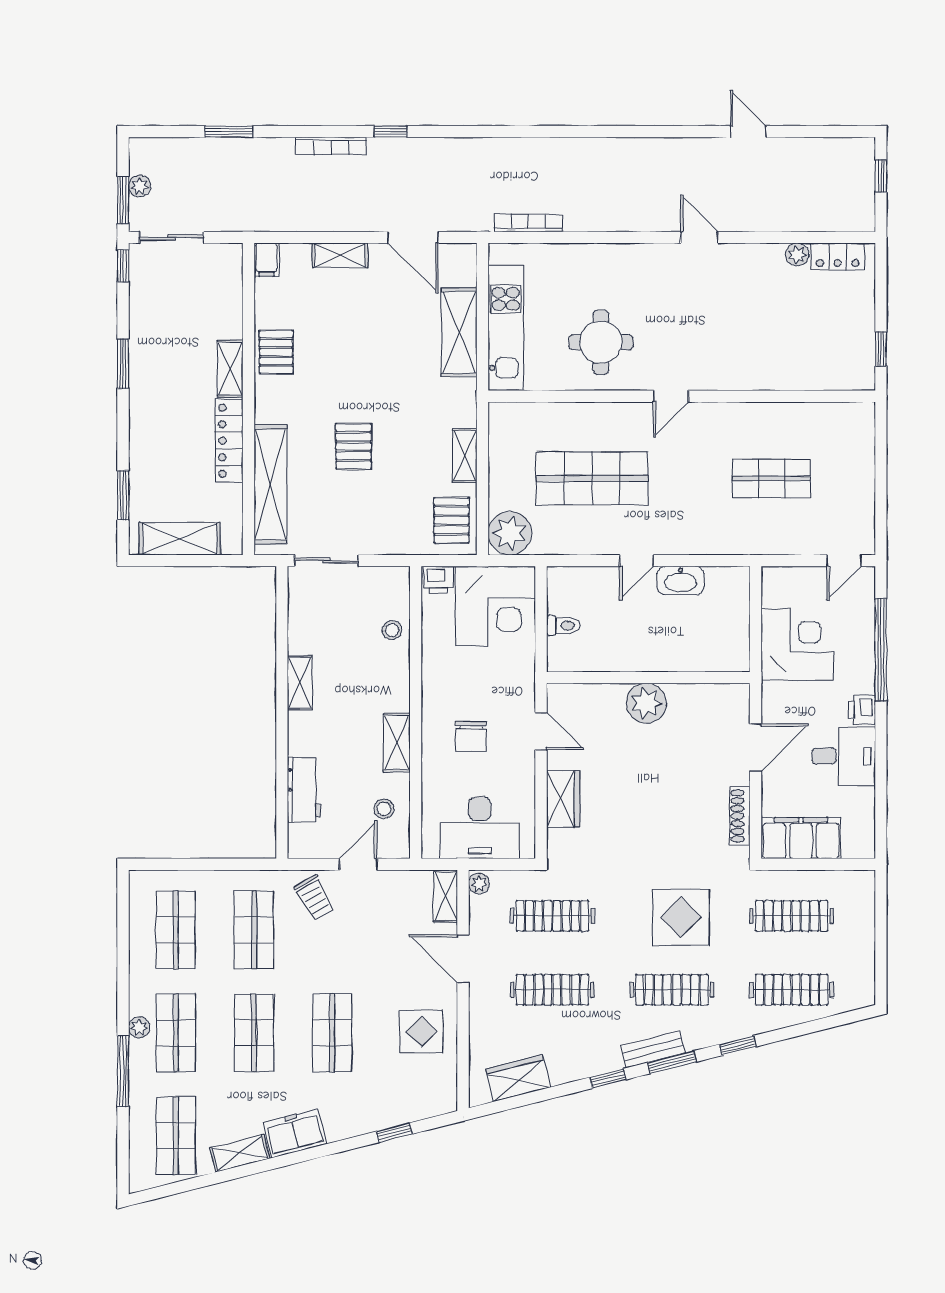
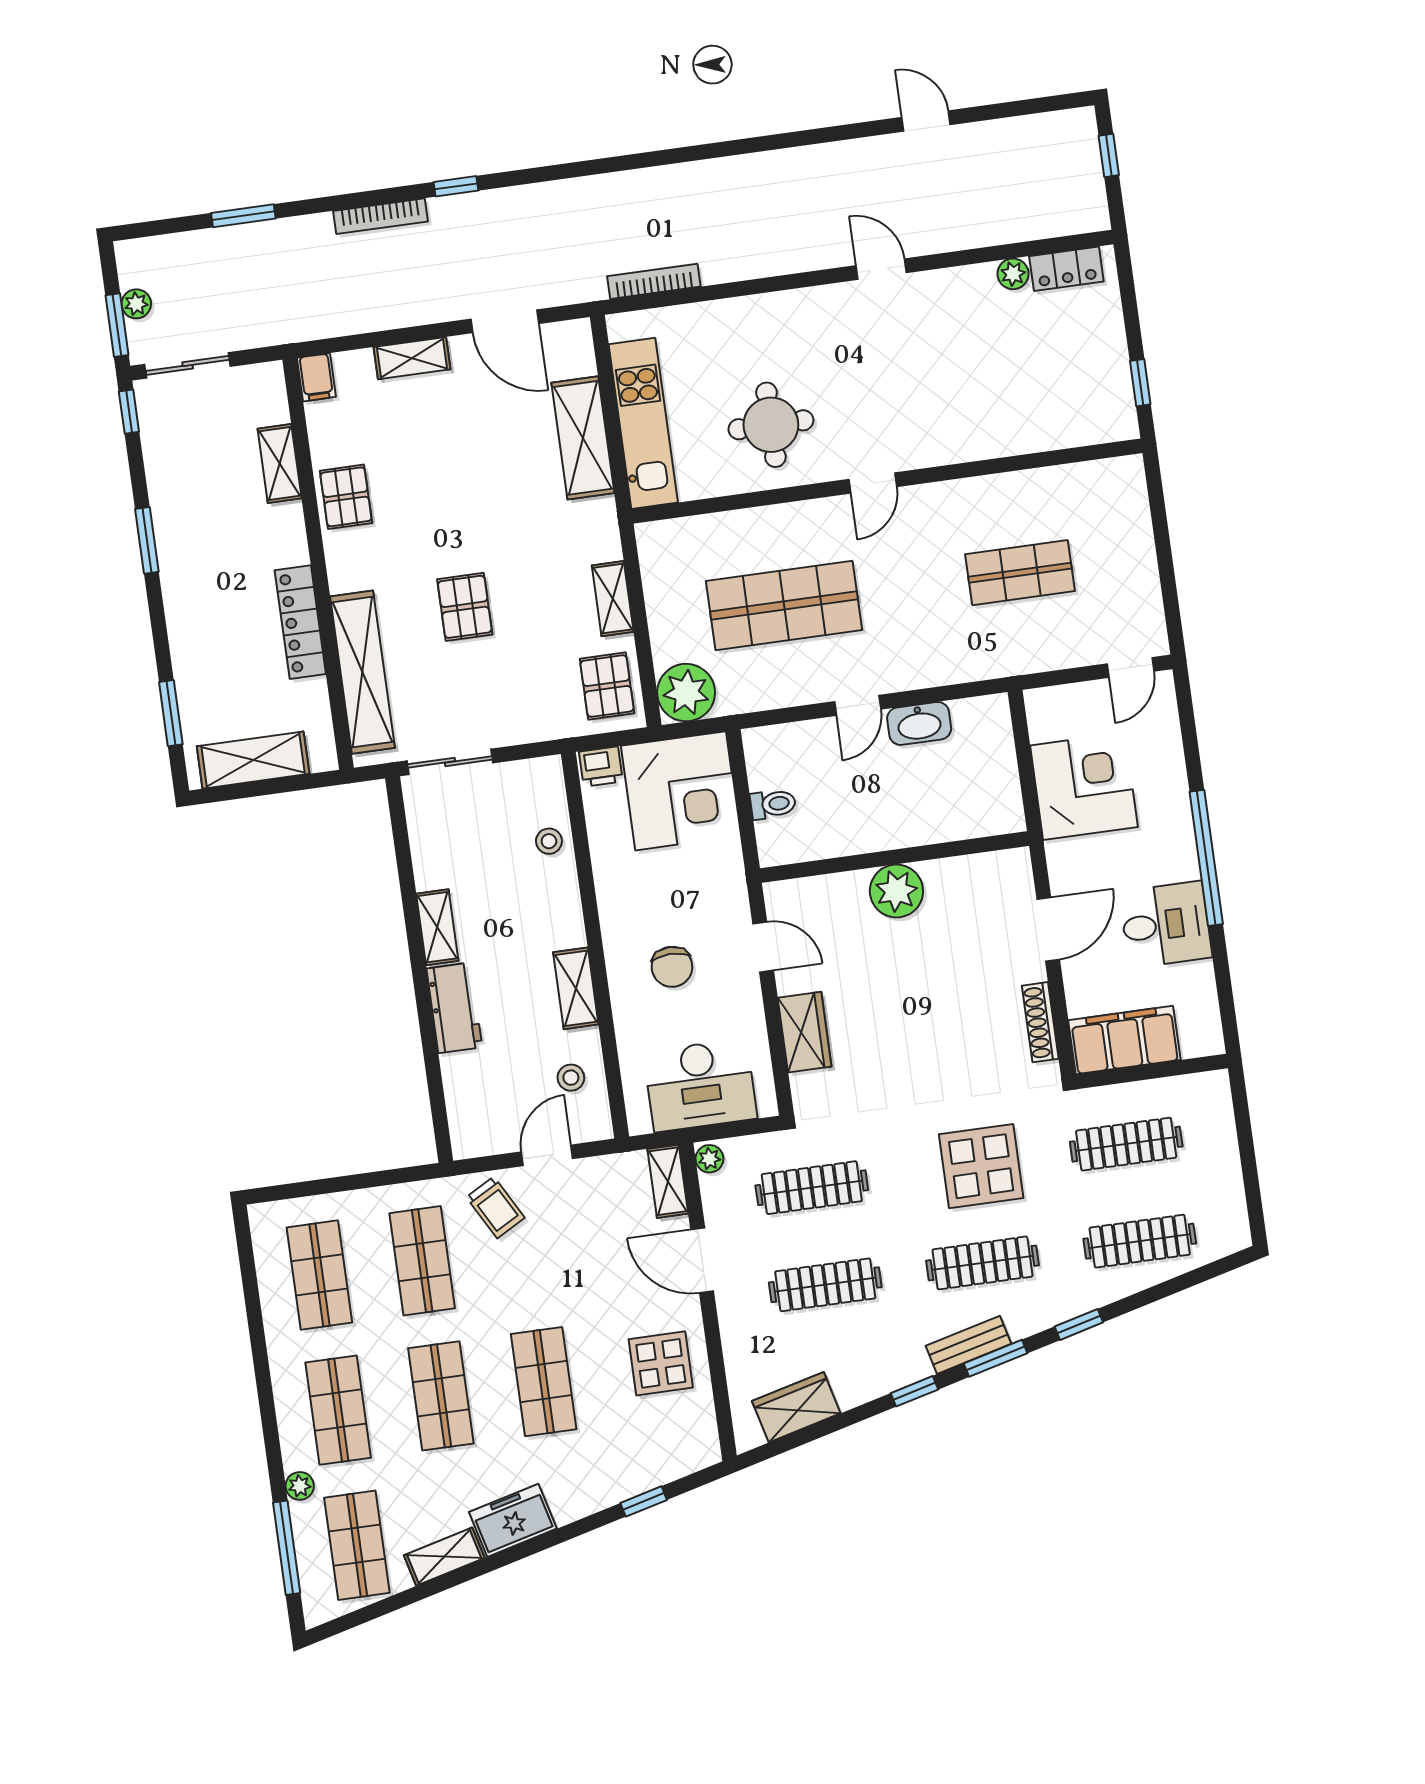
shelving: (230, 369) -> (280, 463), moved
window: (881, 650) -> (1206, 858), moved
printer: (862, 710) -> (1181, 860), removed
workbench: (304, 790) -> (454, 1008), moved
plant: (139, 1027) -> (300, 1486), moved
window: (123, 1071) -> (287, 1548), moved

